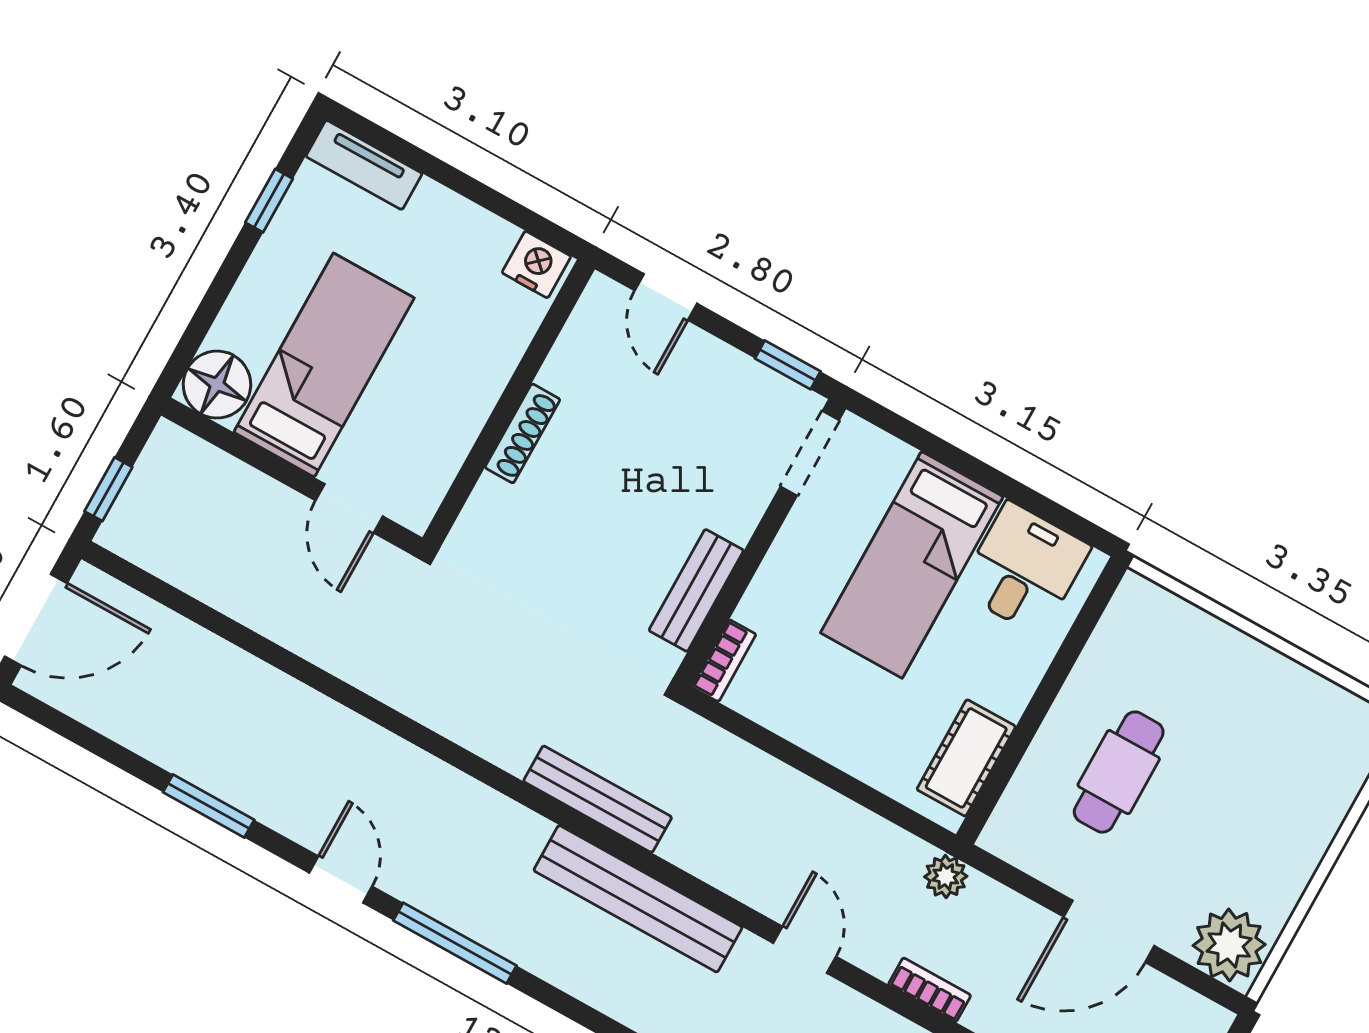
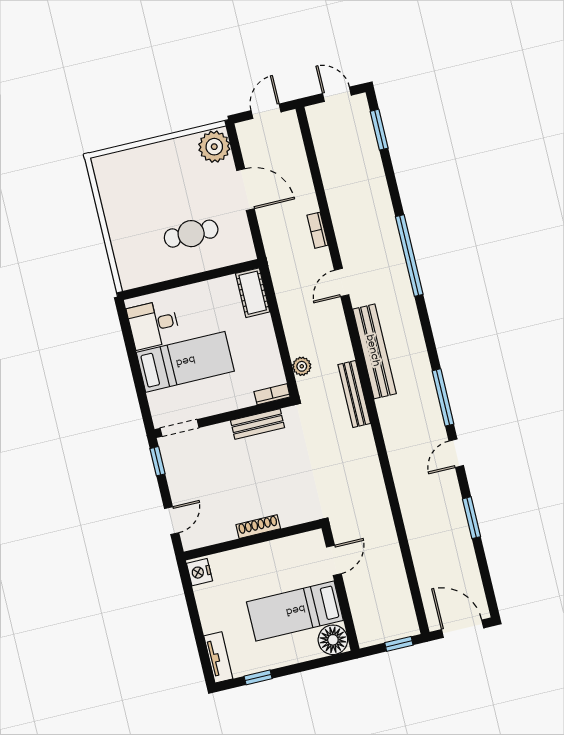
cot: (966, 758) -> (253, 293), moved, turned 90
plant: (946, 876) -> (302, 366), moved

